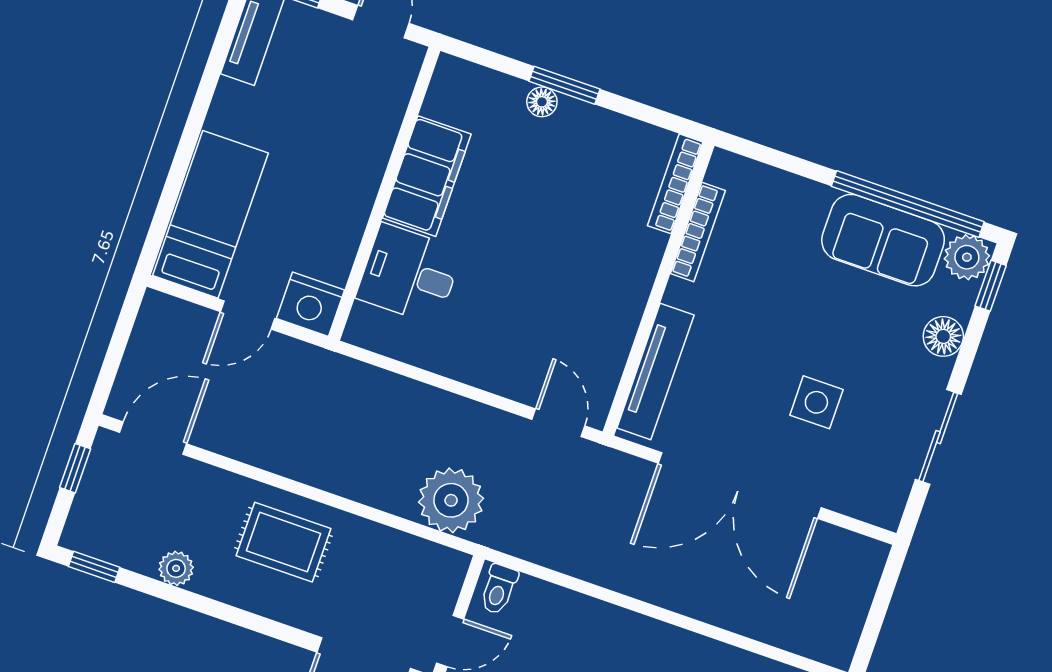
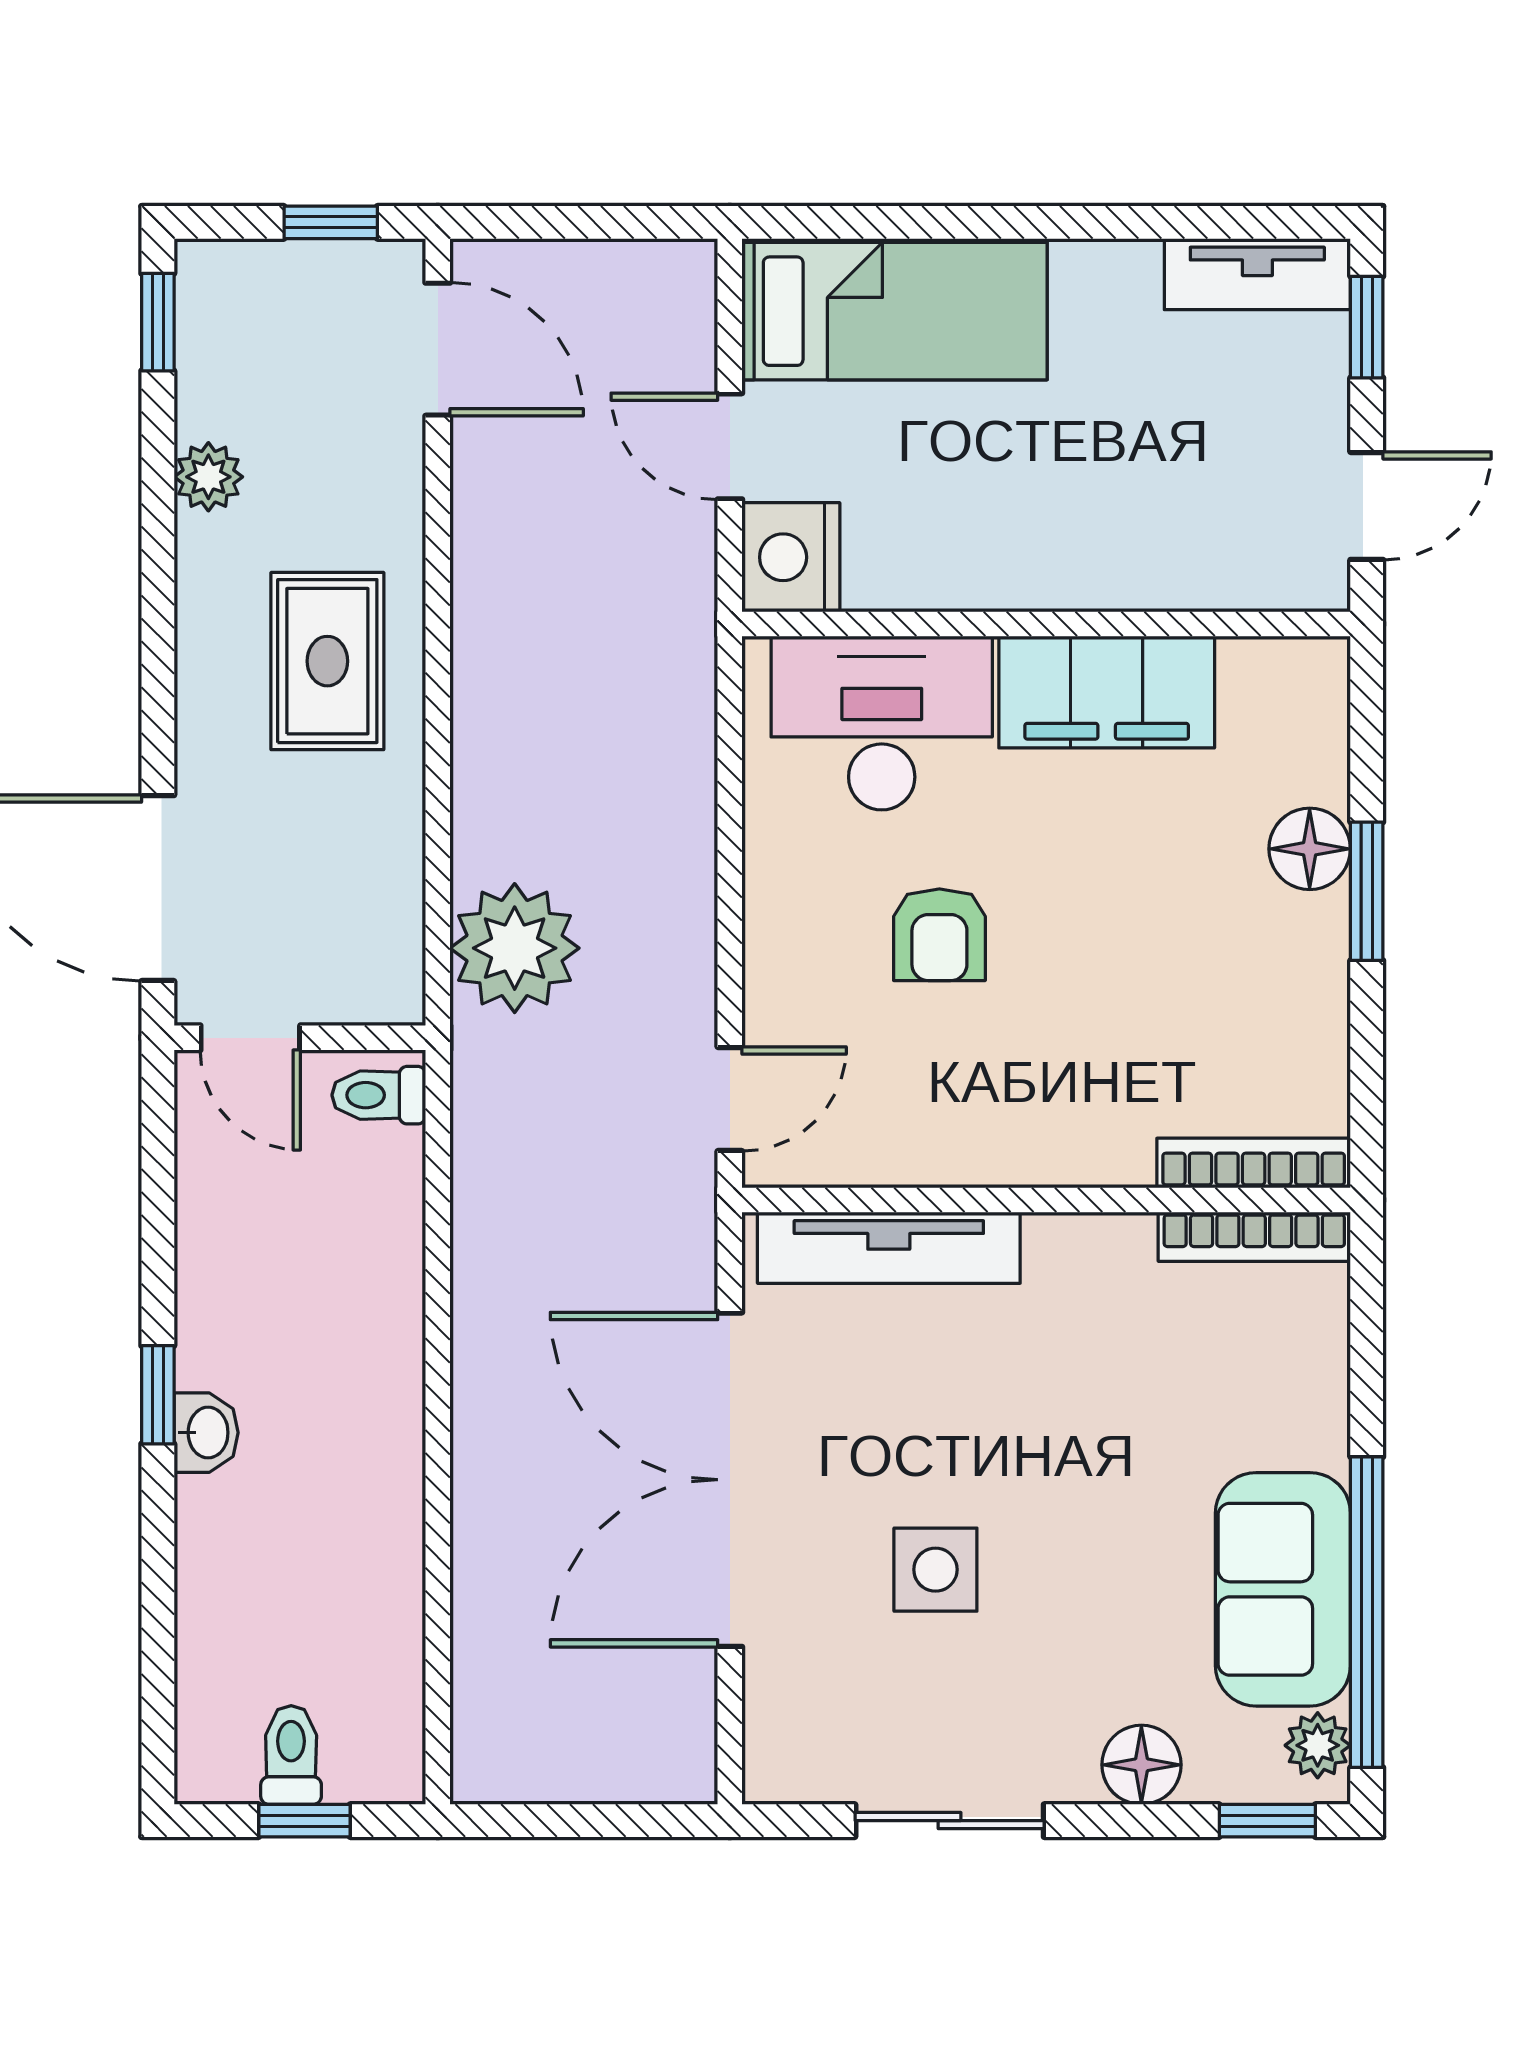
floor lamp: (542, 102) -> (1310, 849), width x1.37, depth x1.37
bookcase: (698, 232) -> (1254, 1237), moved
plant: (967, 257) -> (1318, 1745), width x0.73, depth x0.73
desk: (409, 274) -> (882, 723), width x1.37
armchair: (515, 296) -> (939, 935), added

